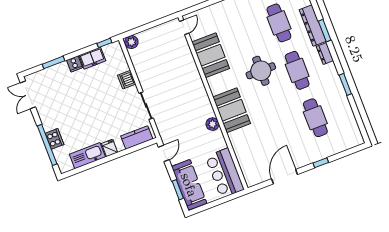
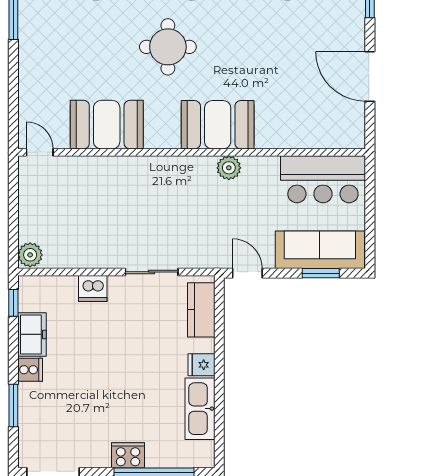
cooker: (55, 139) -> (128, 455), moved

